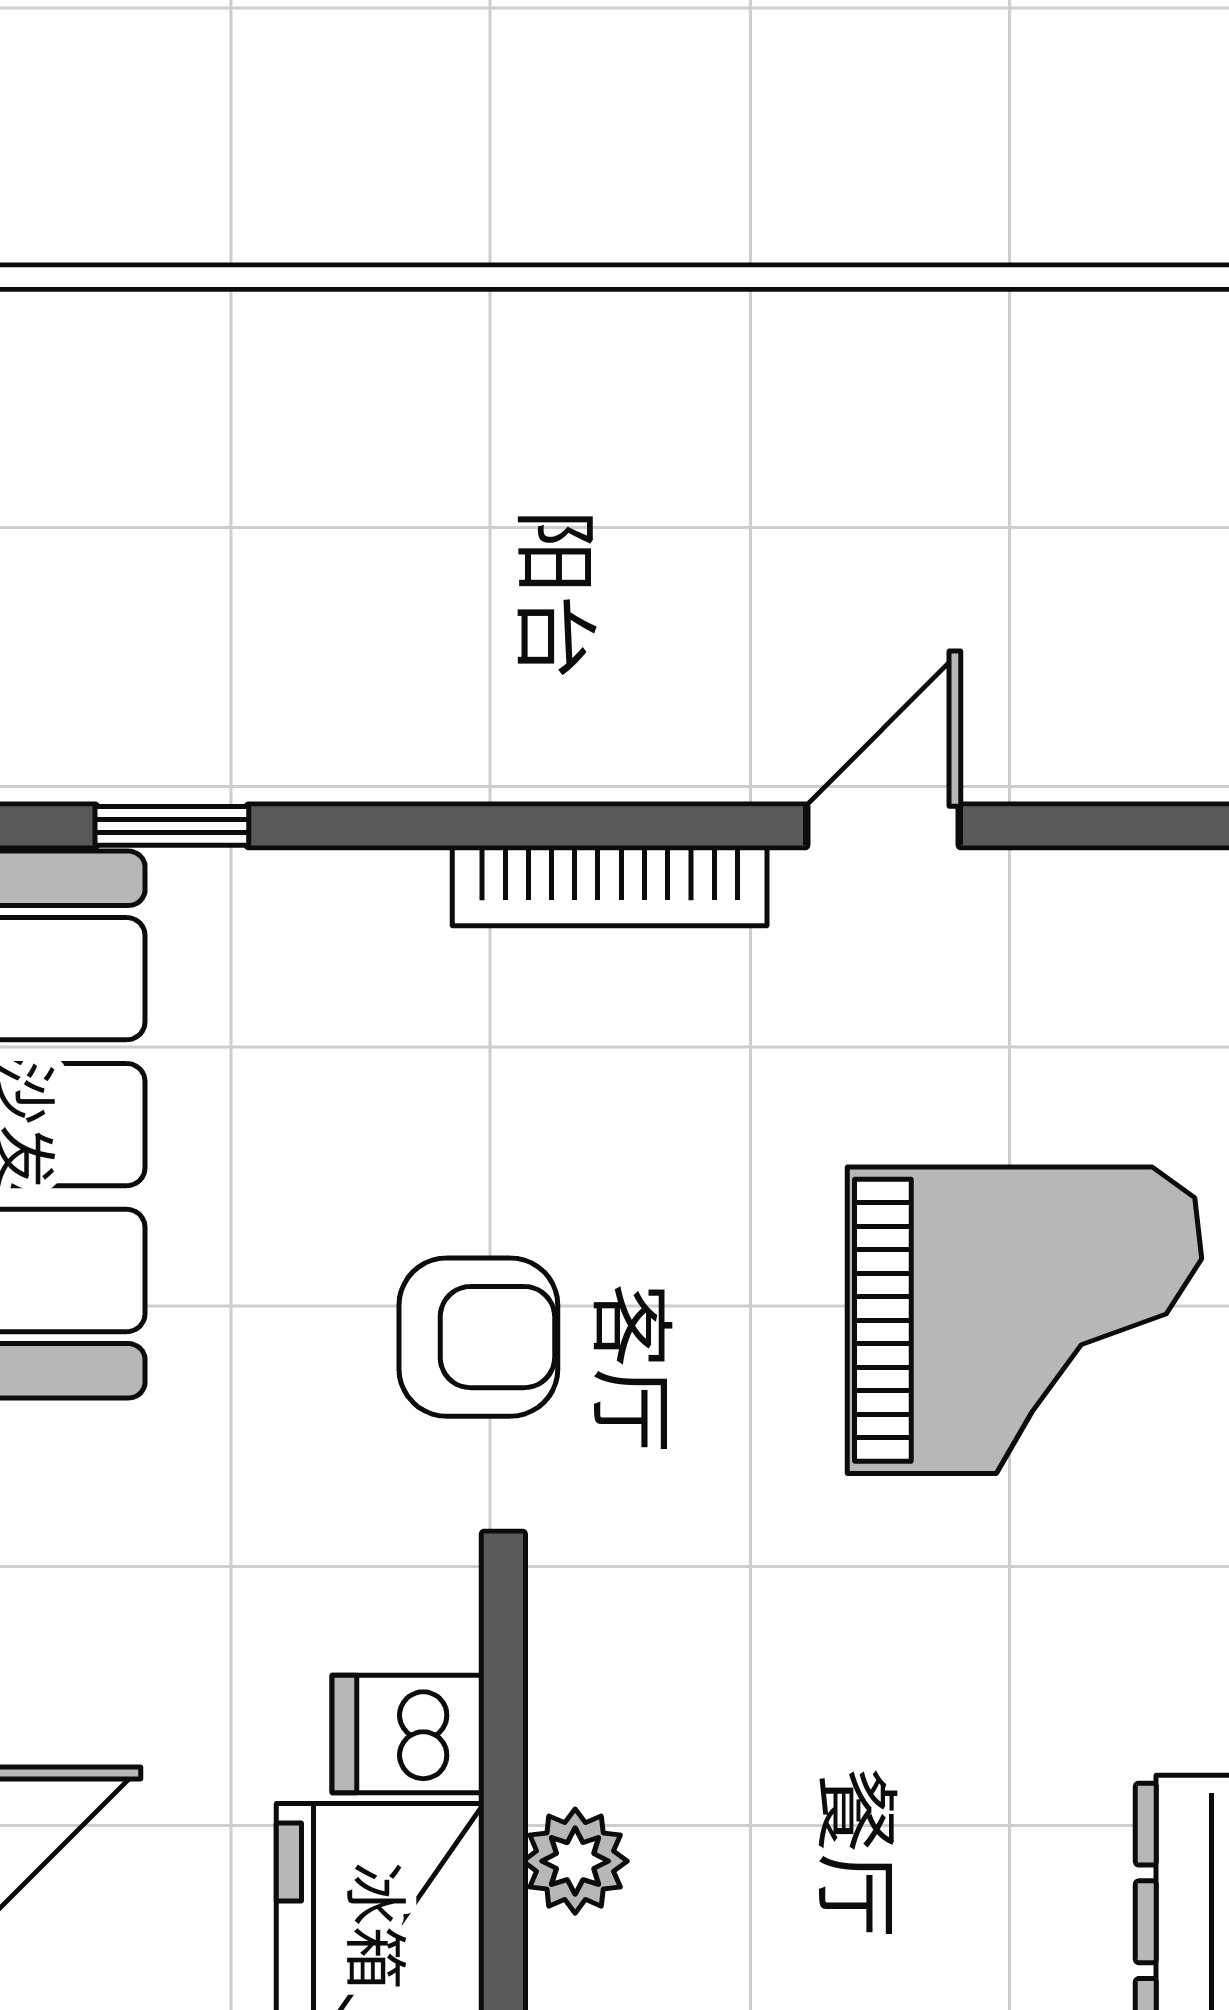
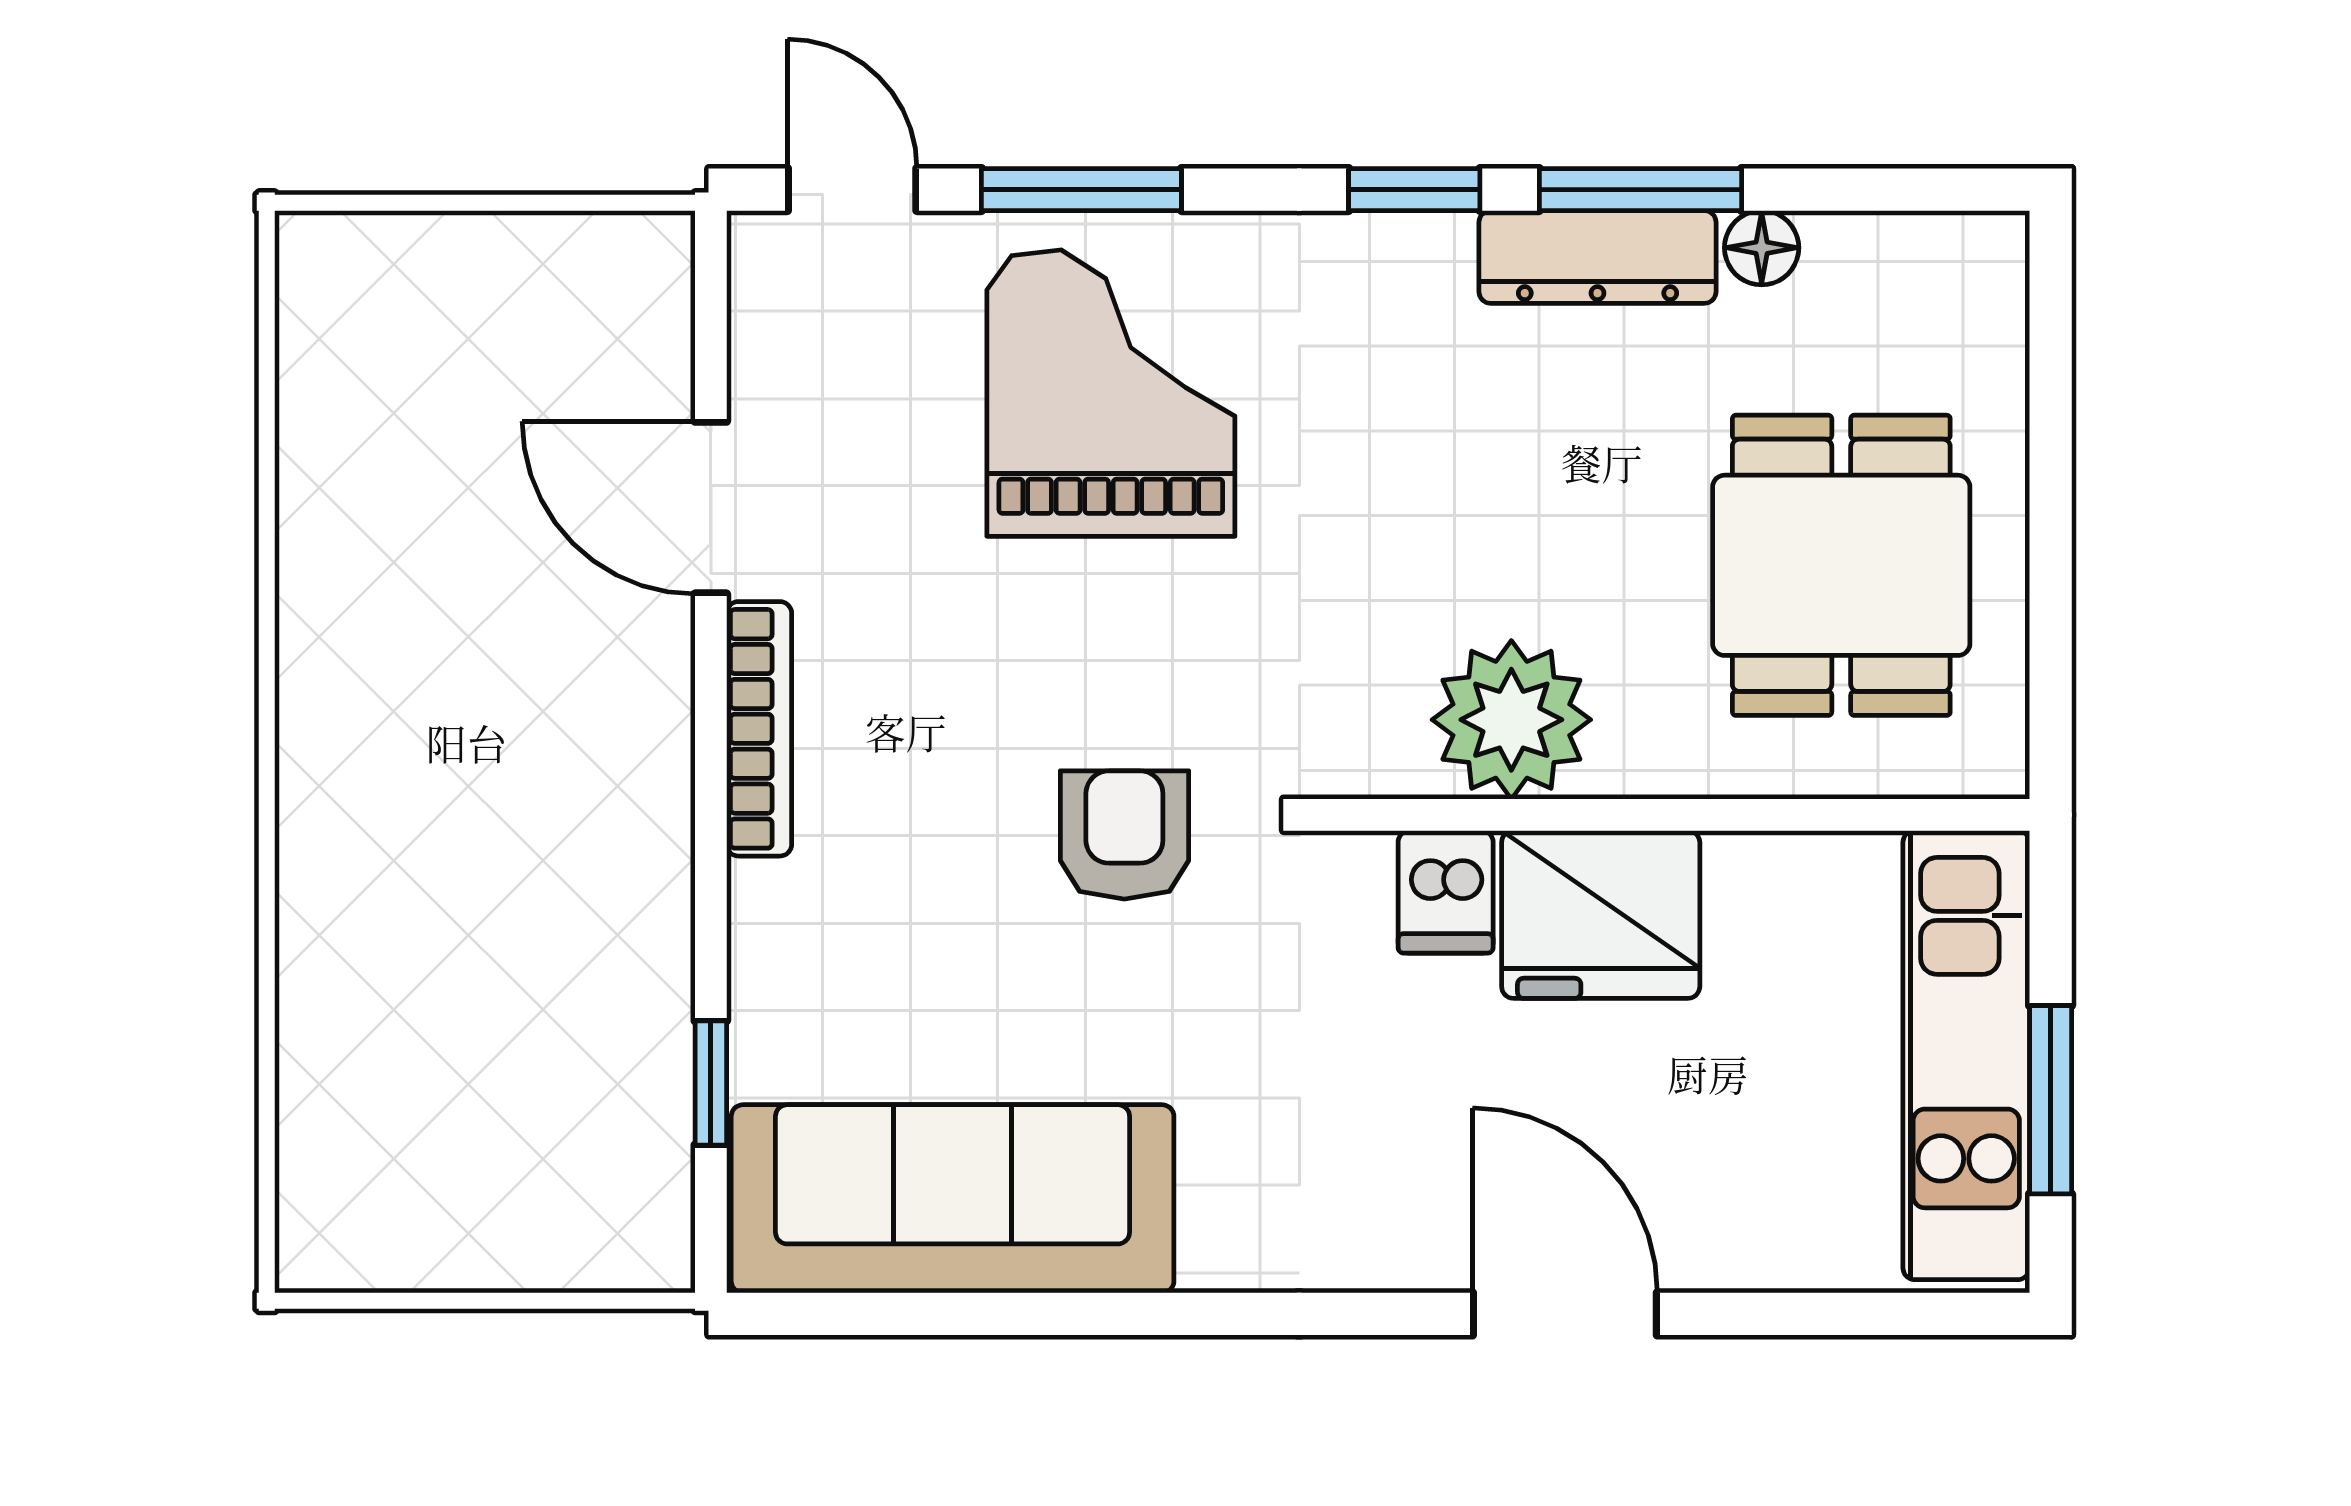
door: (883, 826) -> (711, 508), width x1.37
plant: (575, 1861) -> (1511, 720), width x1.87, depth x1.87

